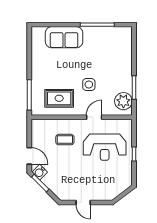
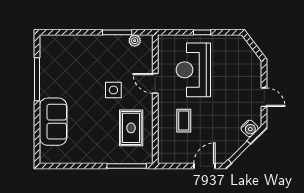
plant: (123, 101) -> (135, 41), width x0.53, depth x0.53
reception desk: (105, 147) -> (193, 70), turned 180
water cooler: (40, 172) -> (250, 128), moved
door: (83, 202) -> (264, 97), hinge flipped

